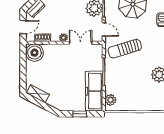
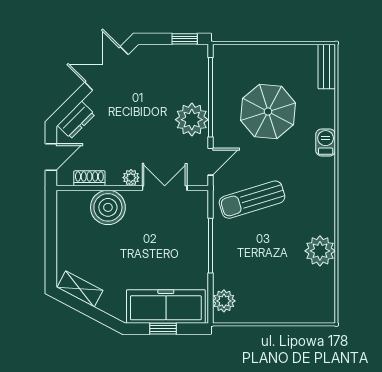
door: (104, 30) -> (211, 162), hinge flipped
boiler: (34, 53) -> (108, 207), moved
freezer: (94, 91) -> (166, 306), moved, turned 90

